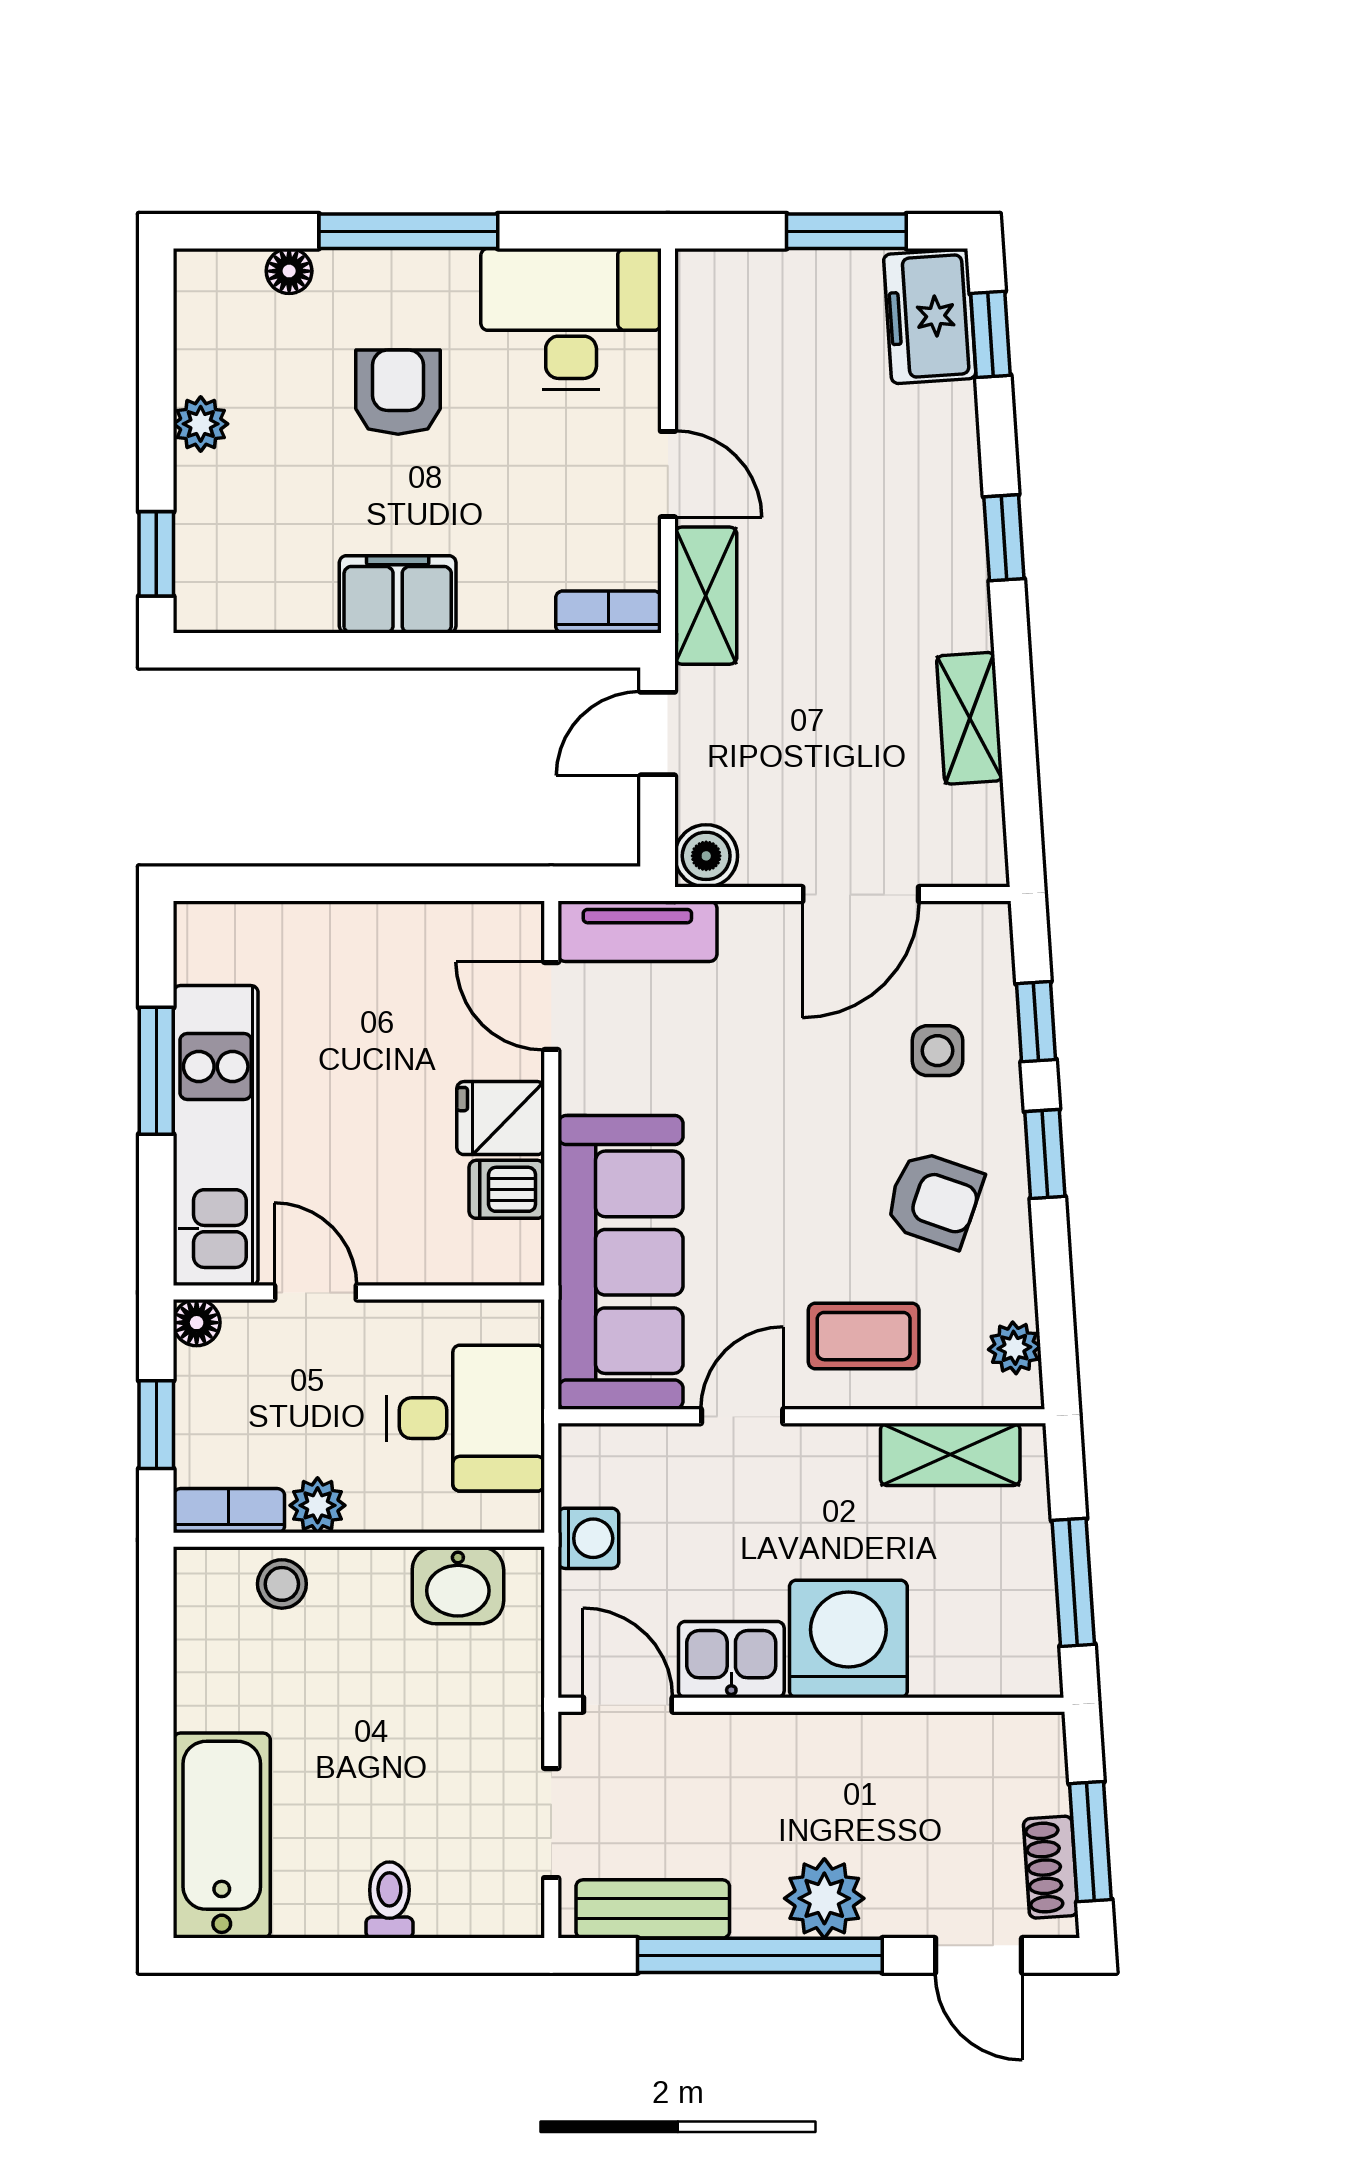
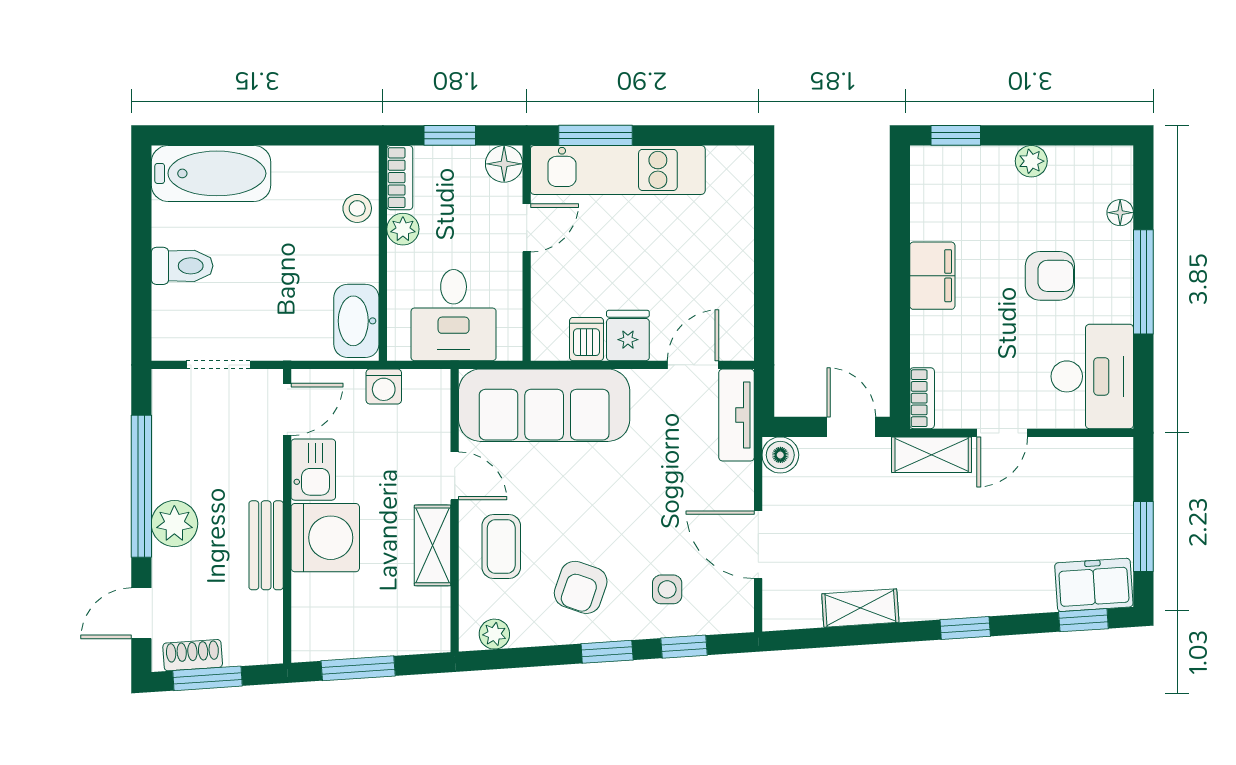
window: (156, 1071) -> (596, 135), moved
floor lamp: (197, 1323) -> (504, 164), width x1.37, depth x1.37
shelving: (950, 1454) -> (432, 545), moved
washbasin: (458, 1585) -> (356, 321), width x1.38
toilet: (389, 1900) -> (182, 266), width x1.37, depth x1.39
bench: (653, 1909) -> (266, 545), moved

